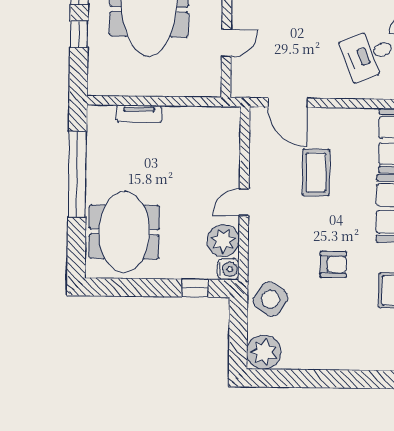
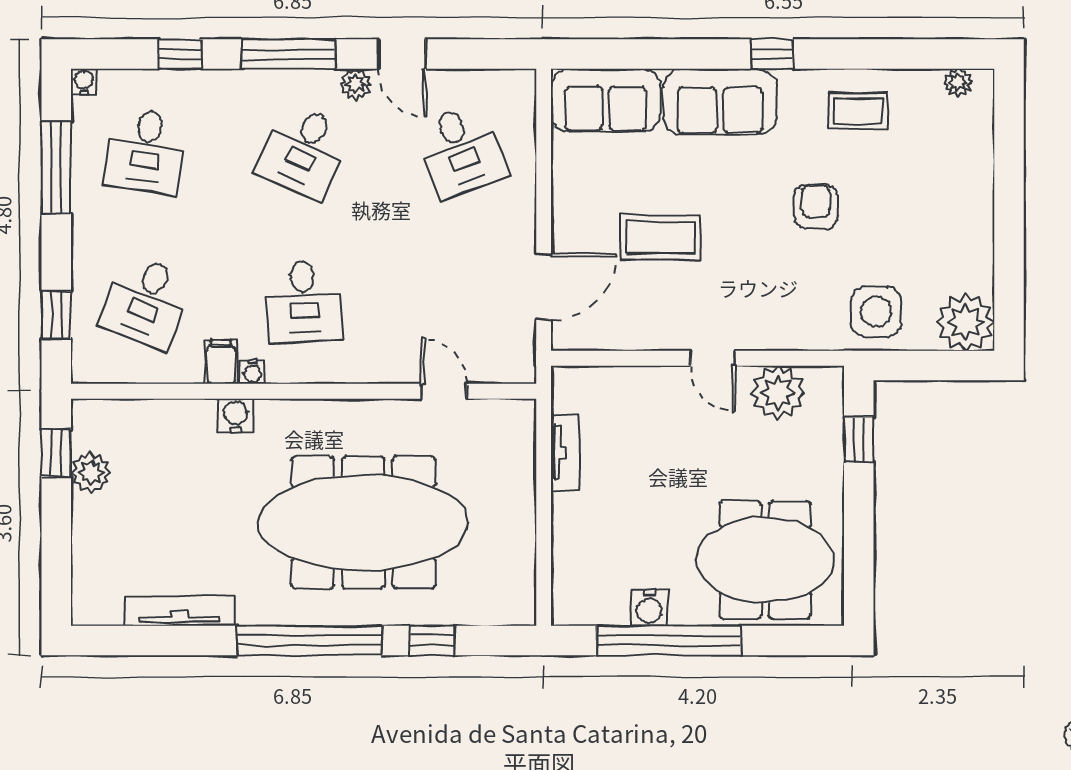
tv unit: (139, 114) -> (565, 452), moved
water cooler: (228, 269) -> (649, 608), moved, turned 180
side table: (270, 299) -> (876, 312), turned -34

